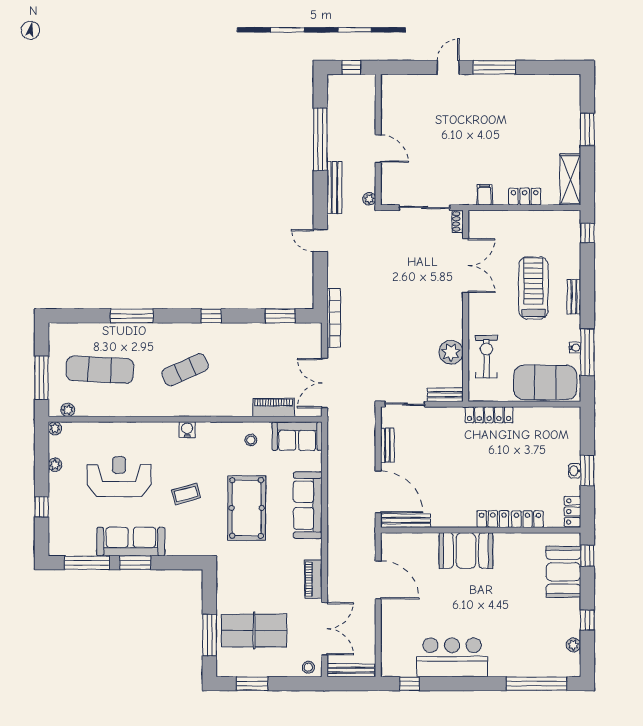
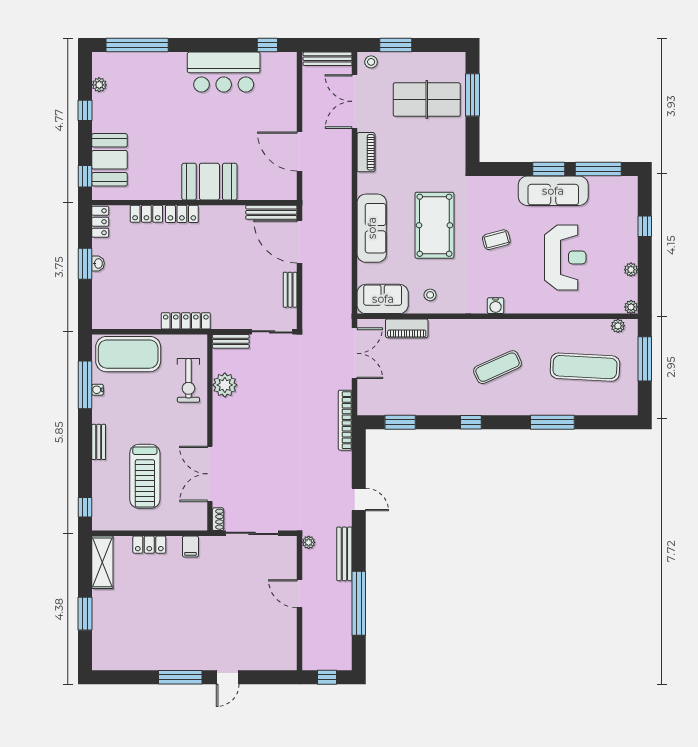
treadmill: (533, 288) -> (145, 476), moved
reception desk: (119, 477) -> (565, 257), turned -90
window: (252, 684) -> (396, 45), moved

